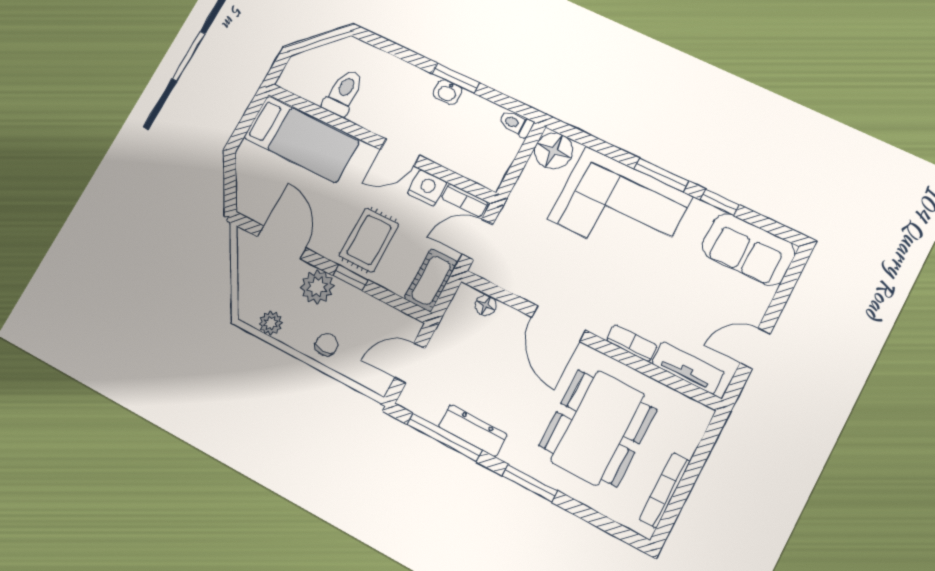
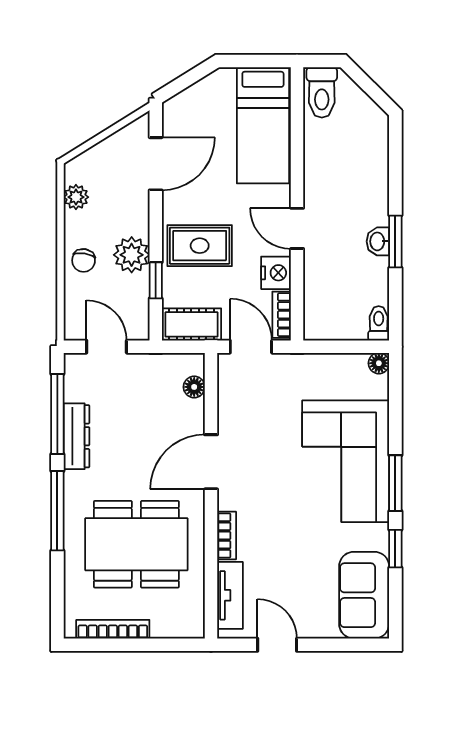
toilet: (343, 93) -> (322, 92), moved, turned 90
floor lamp: (554, 151) -> (379, 363), width x0.53, depth x0.53
window: (351, 278) -> (156, 280), moved
plant: (317, 287) -> (132, 255), moved
chair: (326, 345) -> (84, 260), turned 99
window: (530, 483) -> (57, 511), width x1.44

